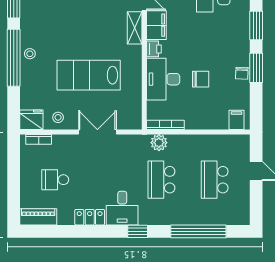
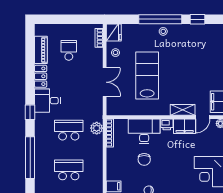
piano: (38, 217) -> (41, 50), moved

